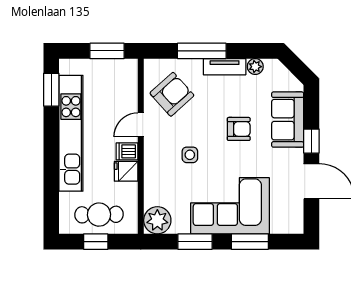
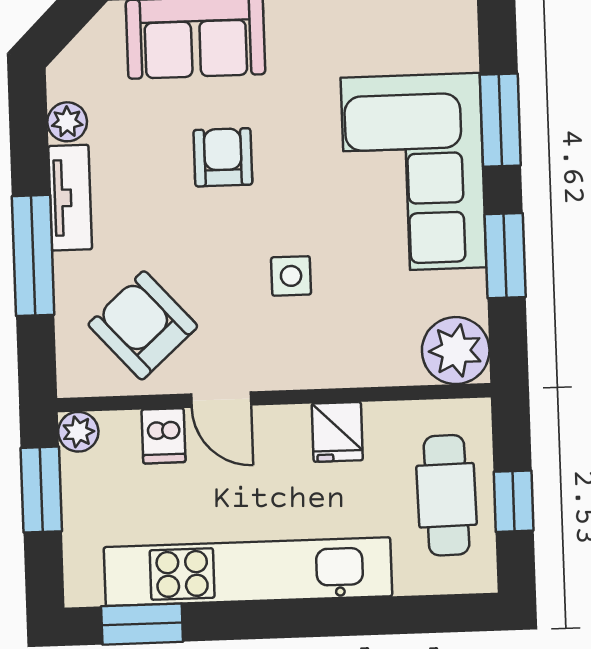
plant: (130, 67) -> (78, 432), added
dishwasher: (127, 151) -> (163, 436), moved

